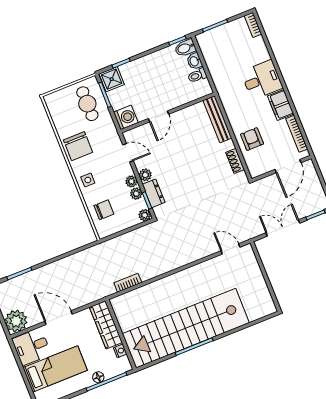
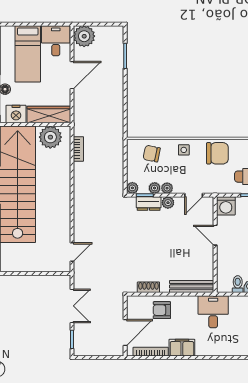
desk: (262, 80) -> (213, 312), moved, turned 180
armchair: (252, 139) -> (162, 310), turned 180
chair: (78, 146) -> (217, 153), turned 180
door: (288, 166) -> (125, 332), swing flipped
chair: (104, 210) -> (152, 154), turned 102
plant: (127, 315) -> (50, 137), added
nightstand: (120, 351) -> (16, 114), width x1.89, depth x1.79

